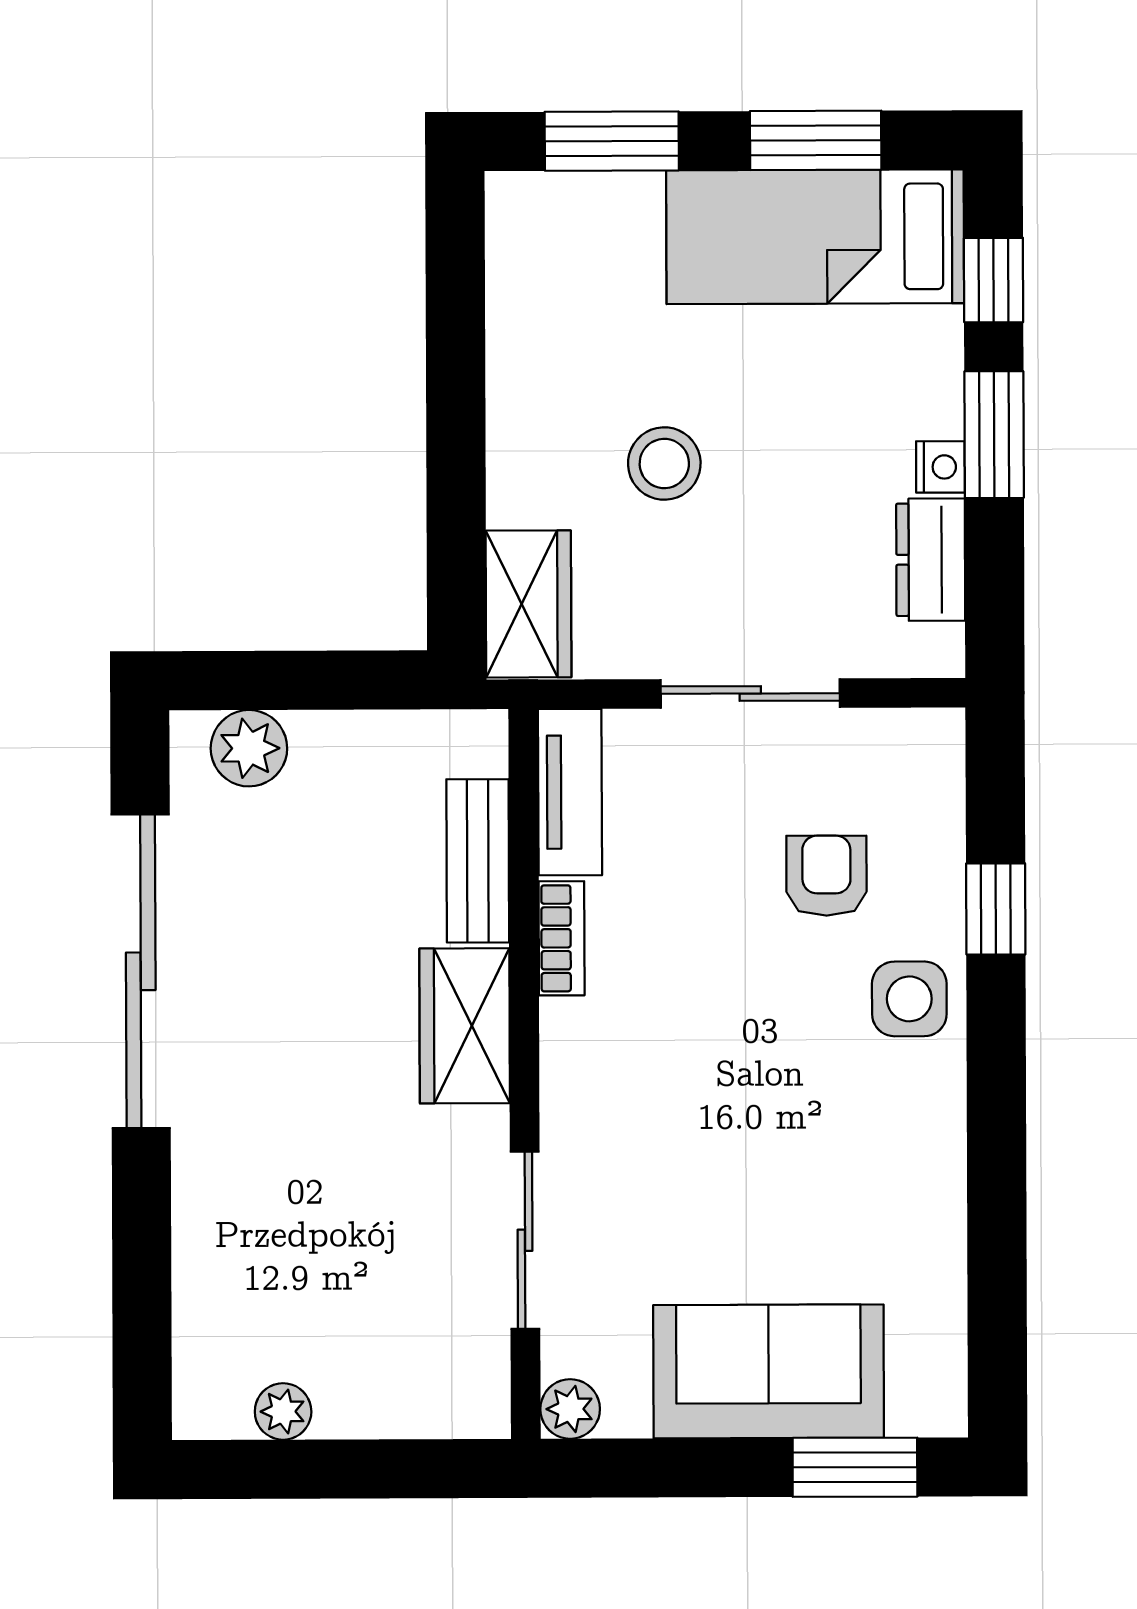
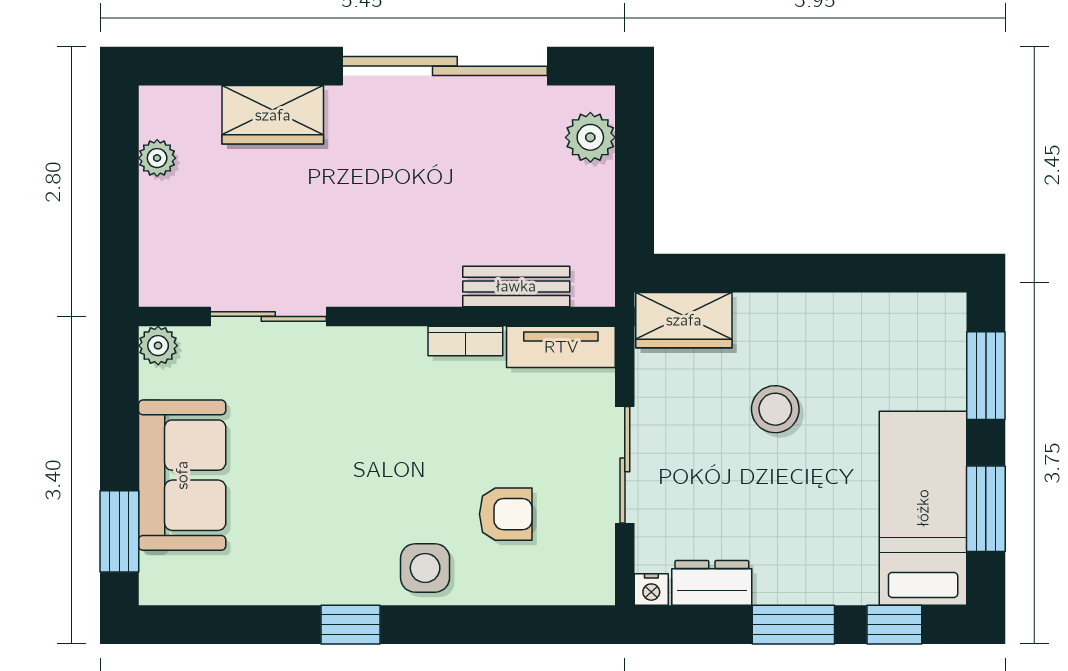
nightstand: (940, 467) -> (651, 589), moved
window: (996, 909) -> (350, 625), moved
wardrobe: (465, 1026) -> (273, 115), moved, turned 180

